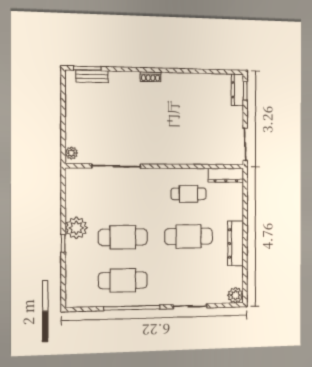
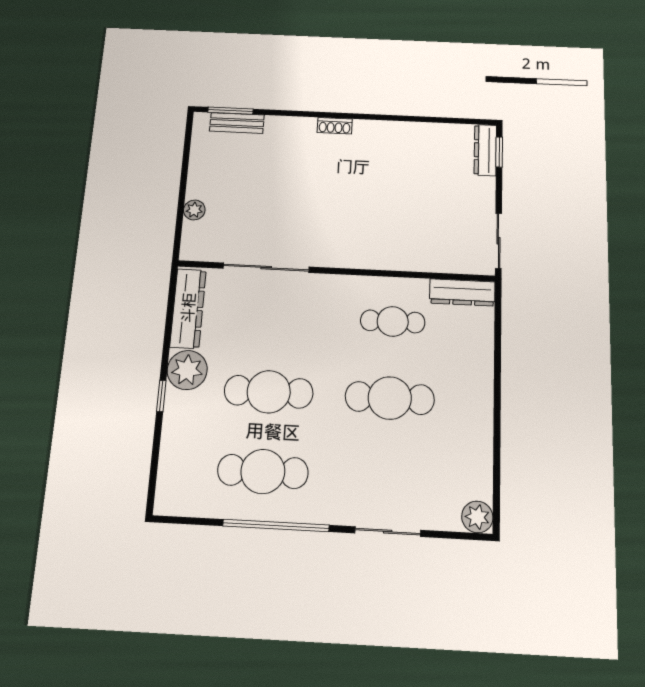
plant: (71, 153) -> (194, 210), moved
dresser: (236, 243) -> (188, 308), moved, turned 180

